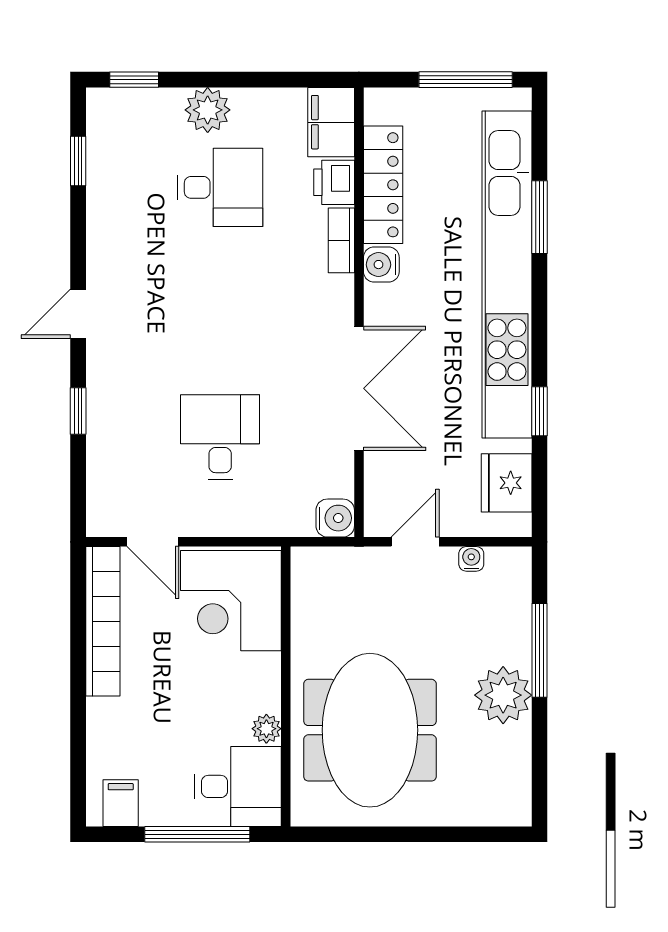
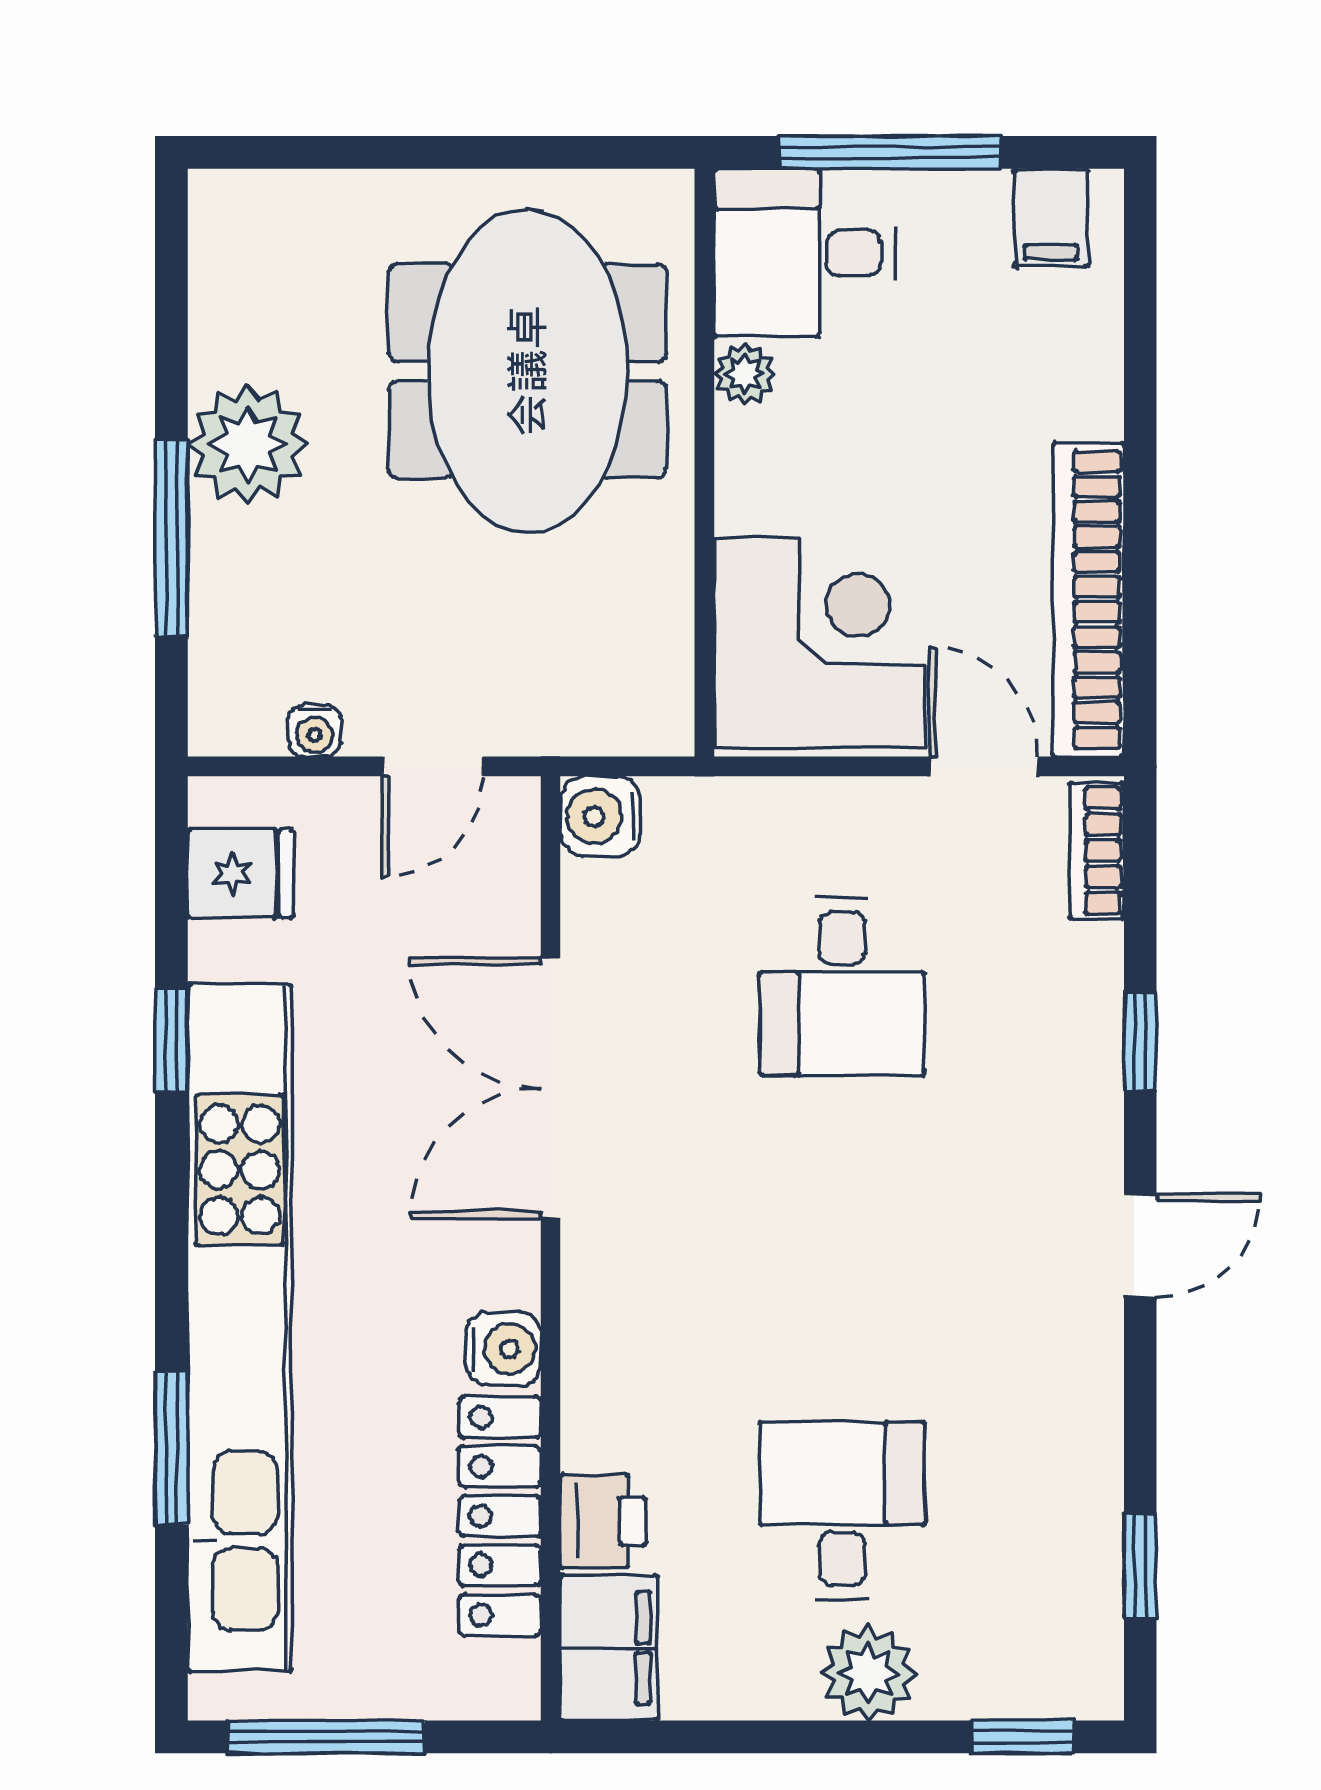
desk: (220, 187) -> (842, 1511), turned 90
bookcase: (341, 240) -> (1097, 851), moved, turned 180
fridge: (507, 483) -> (241, 873), width x0.72

